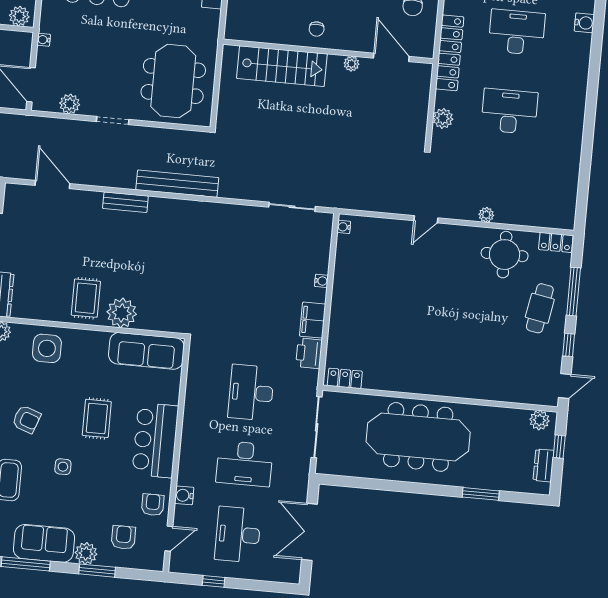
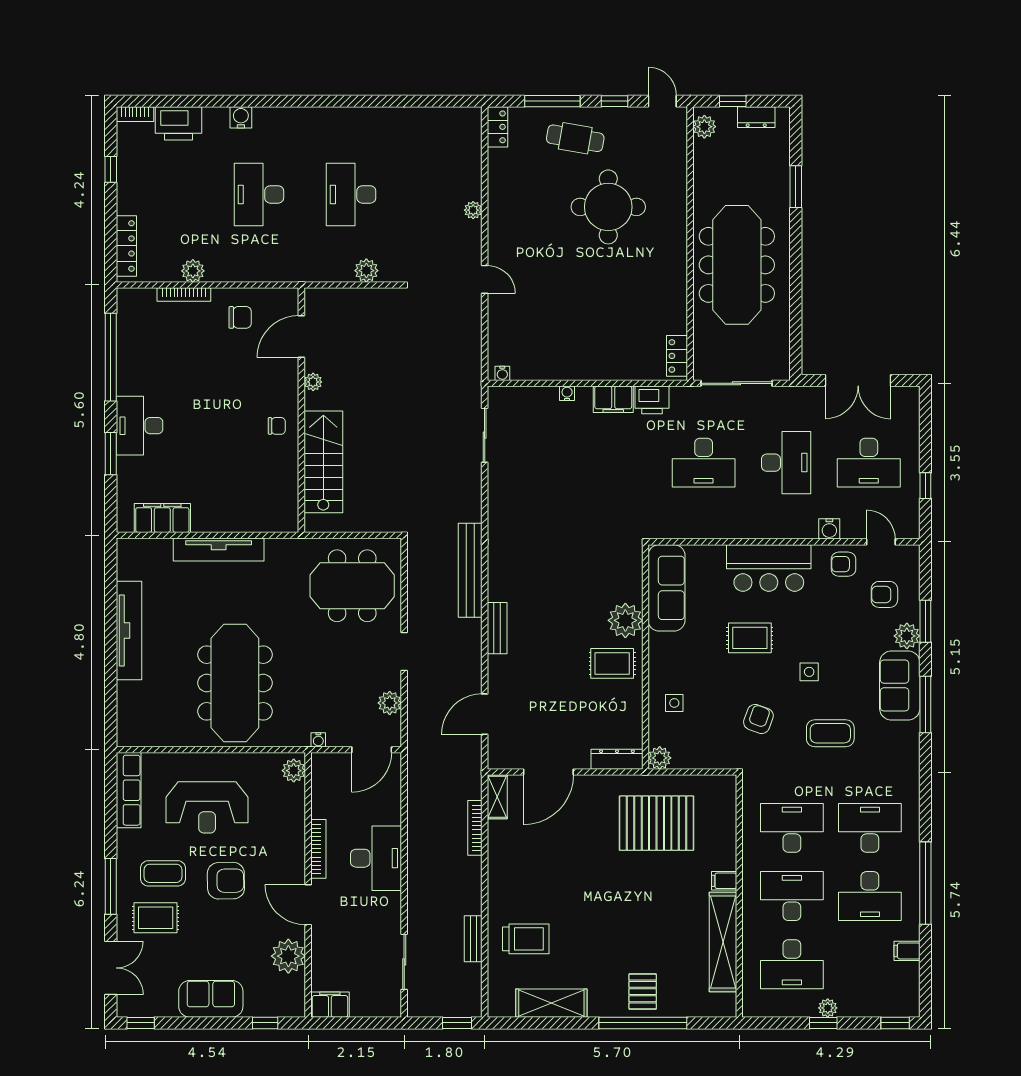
locker: (450, 53) -> (290, 270), removed
round table: (505, 255) -> (608, 207), moved, width x1.36, depth x1.36
side table: (47, 348) -> (674, 703), width x0.54, depth x0.54

